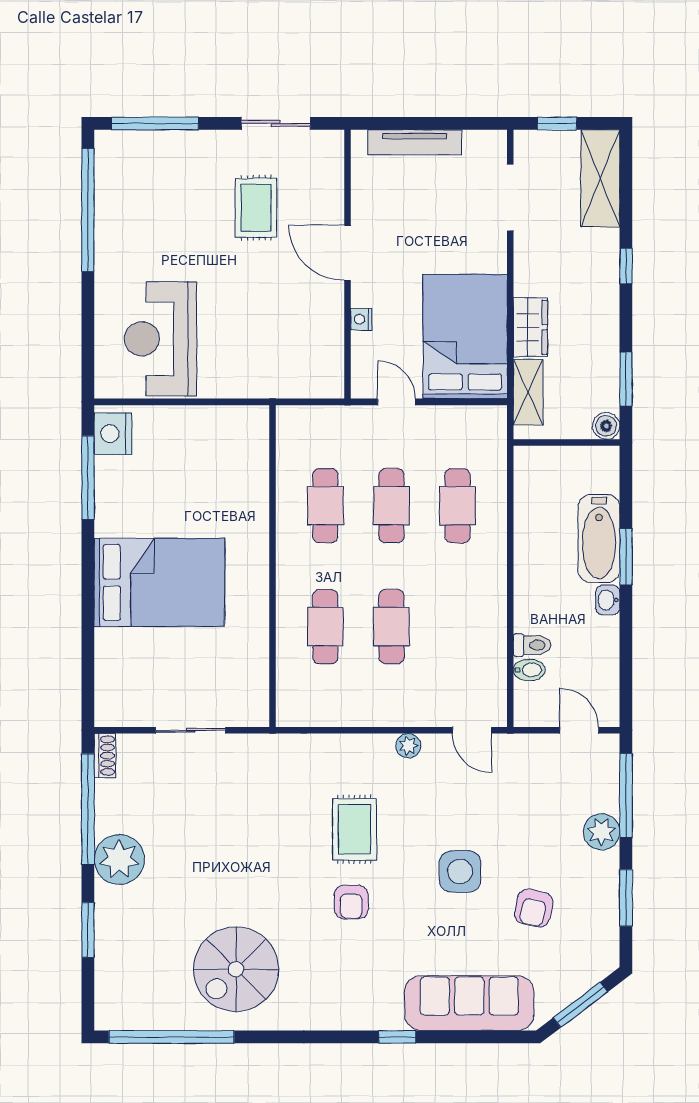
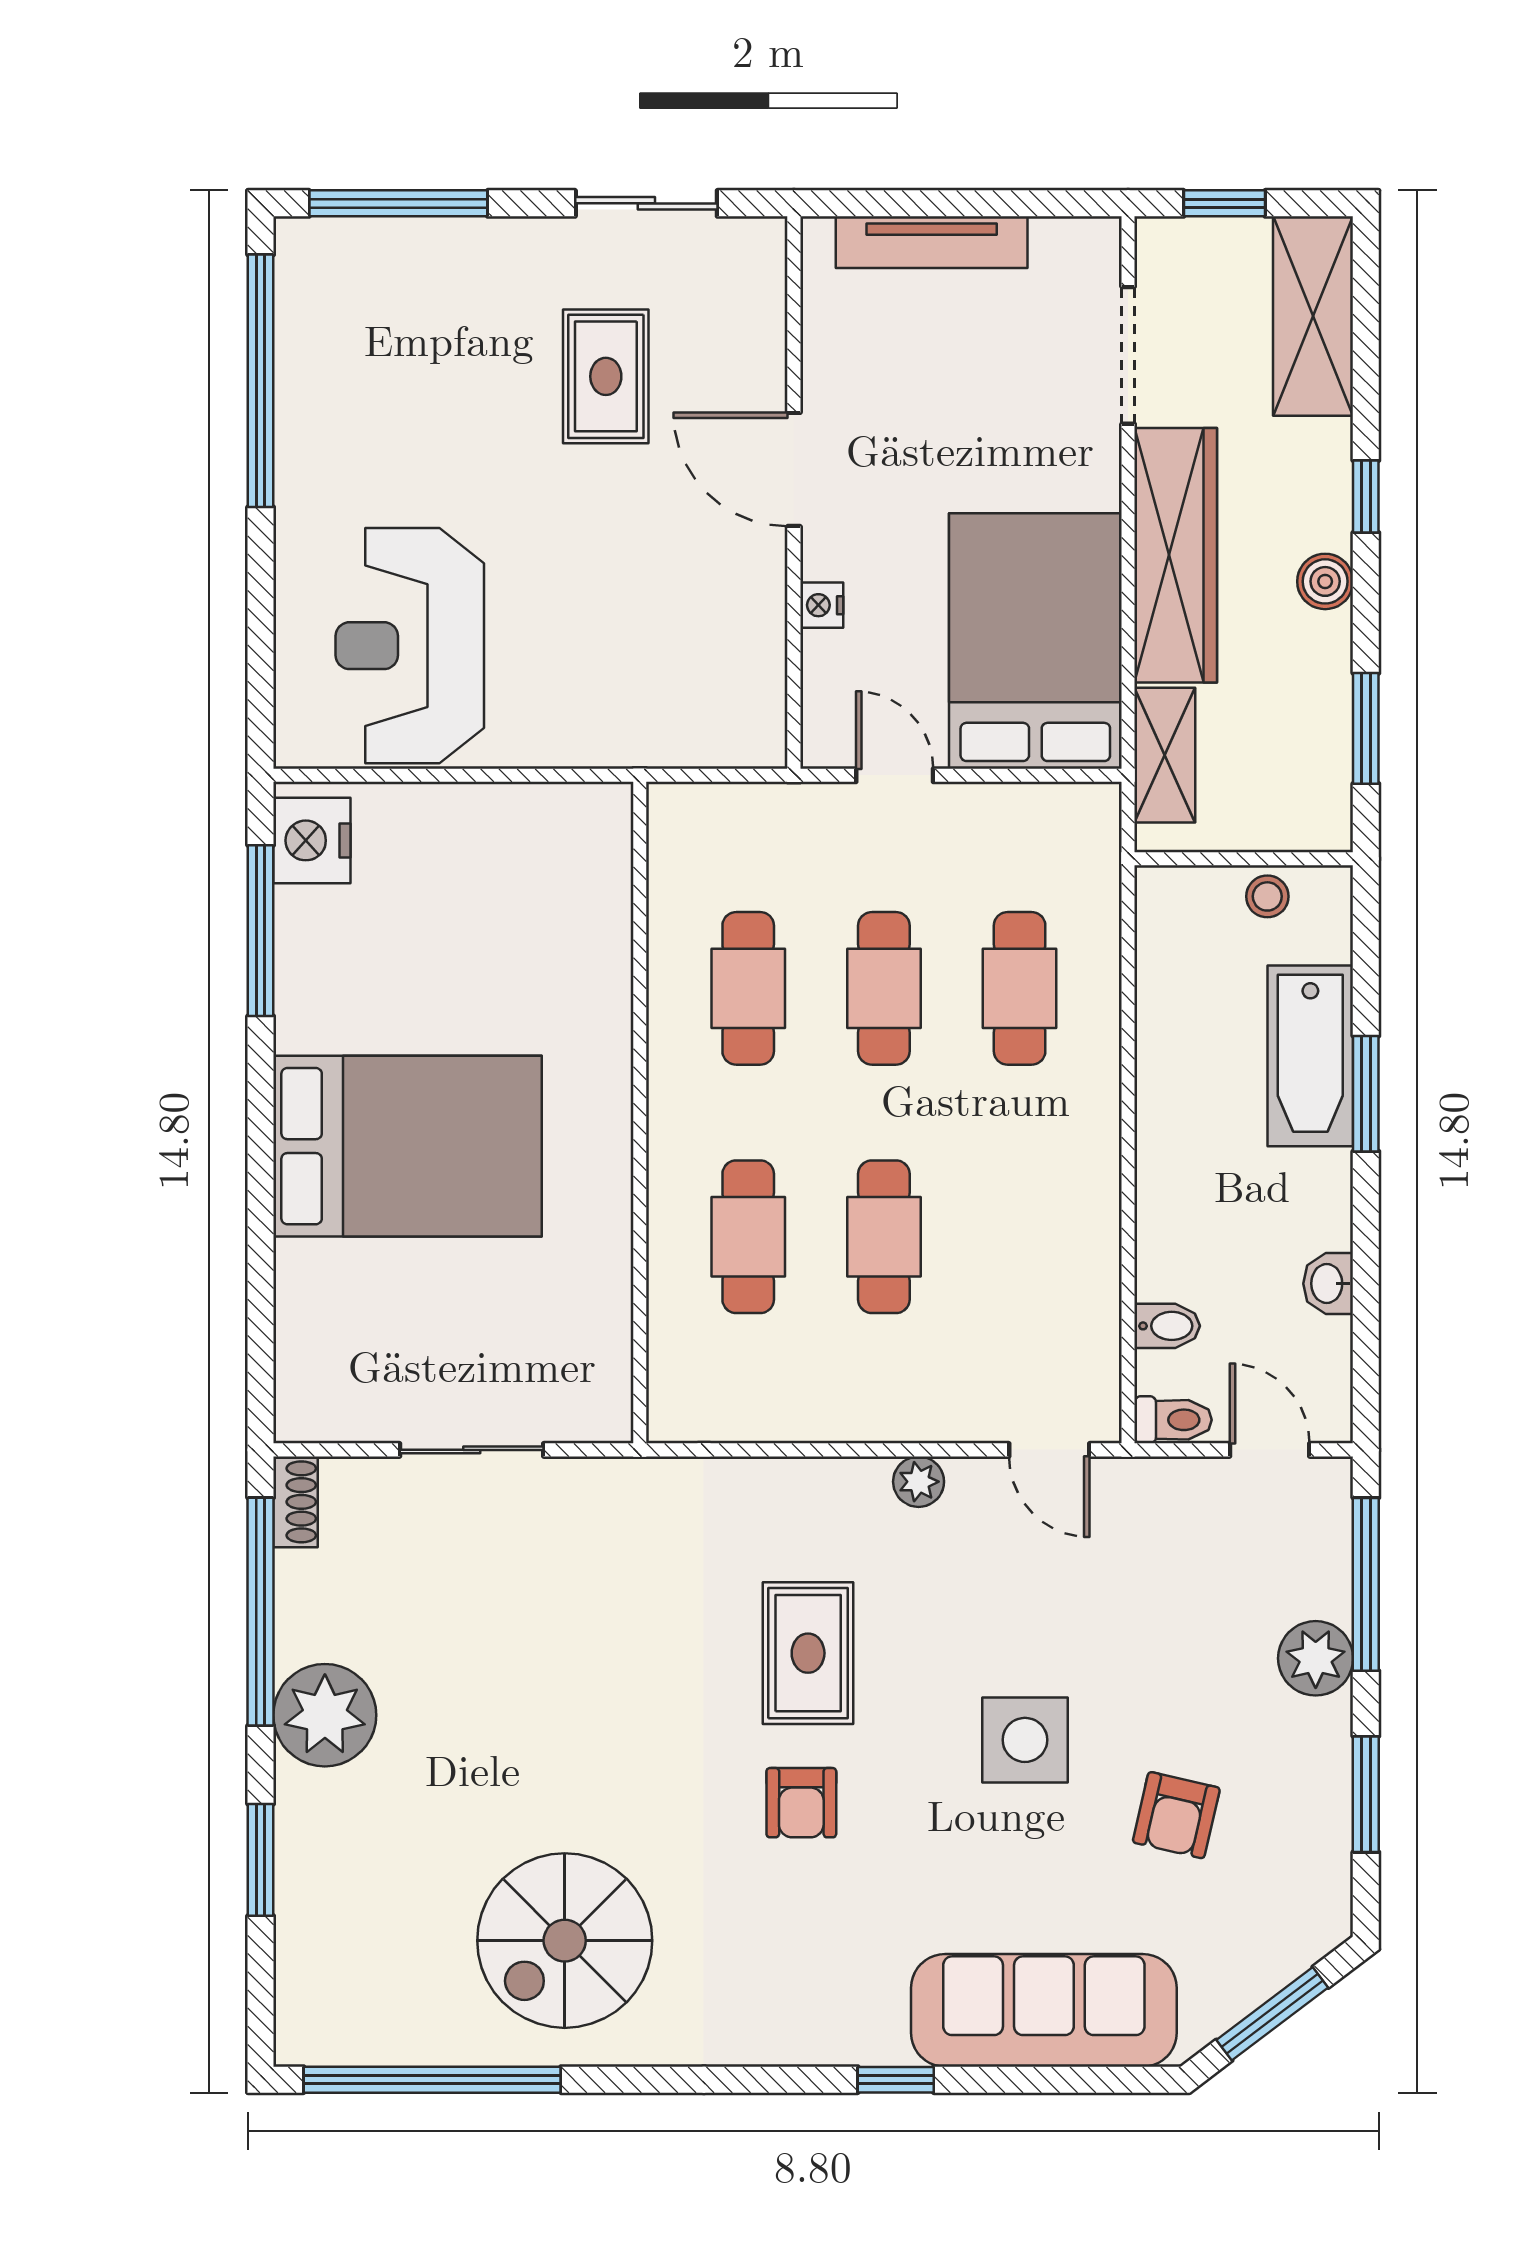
wardrobe: (530, 327) -> (1176, 555), width x2.10, depth x1.17
boiler: (606, 426) -> (1325, 581), moved
stool: (578, 461) -> (1267, 896), added
washbasin: (608, 600) -> (1328, 1284), moved
toilet: (532, 645) -> (1173, 1420), moved

